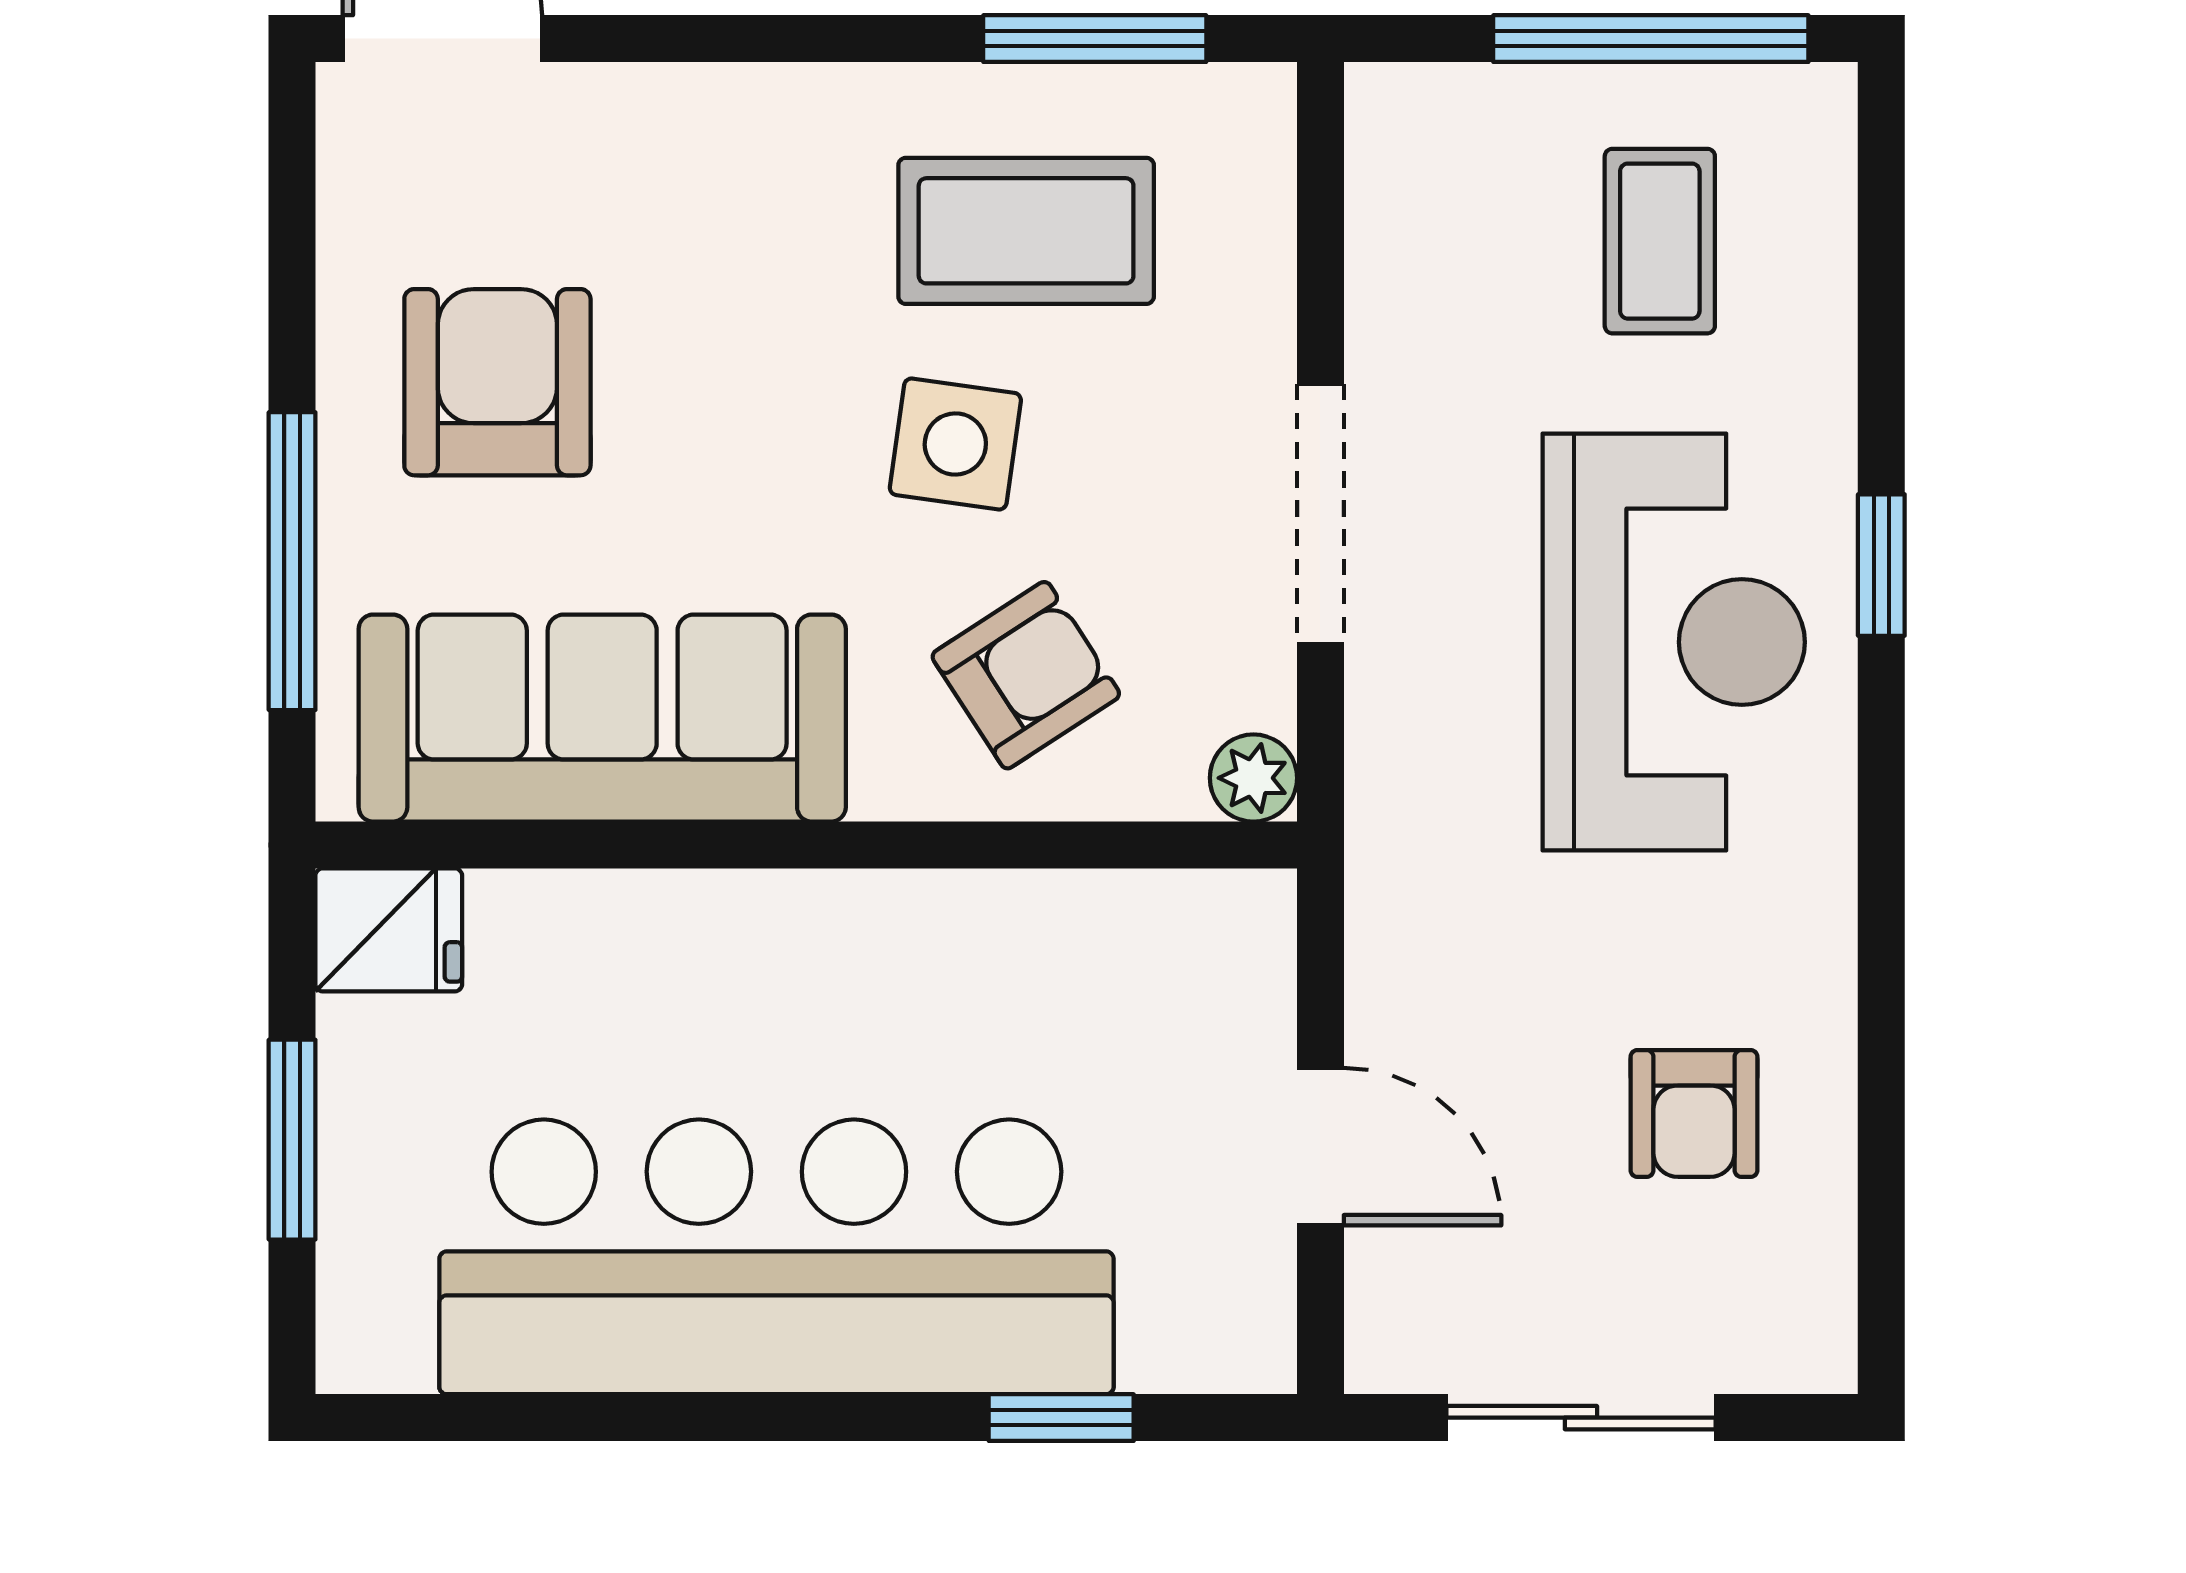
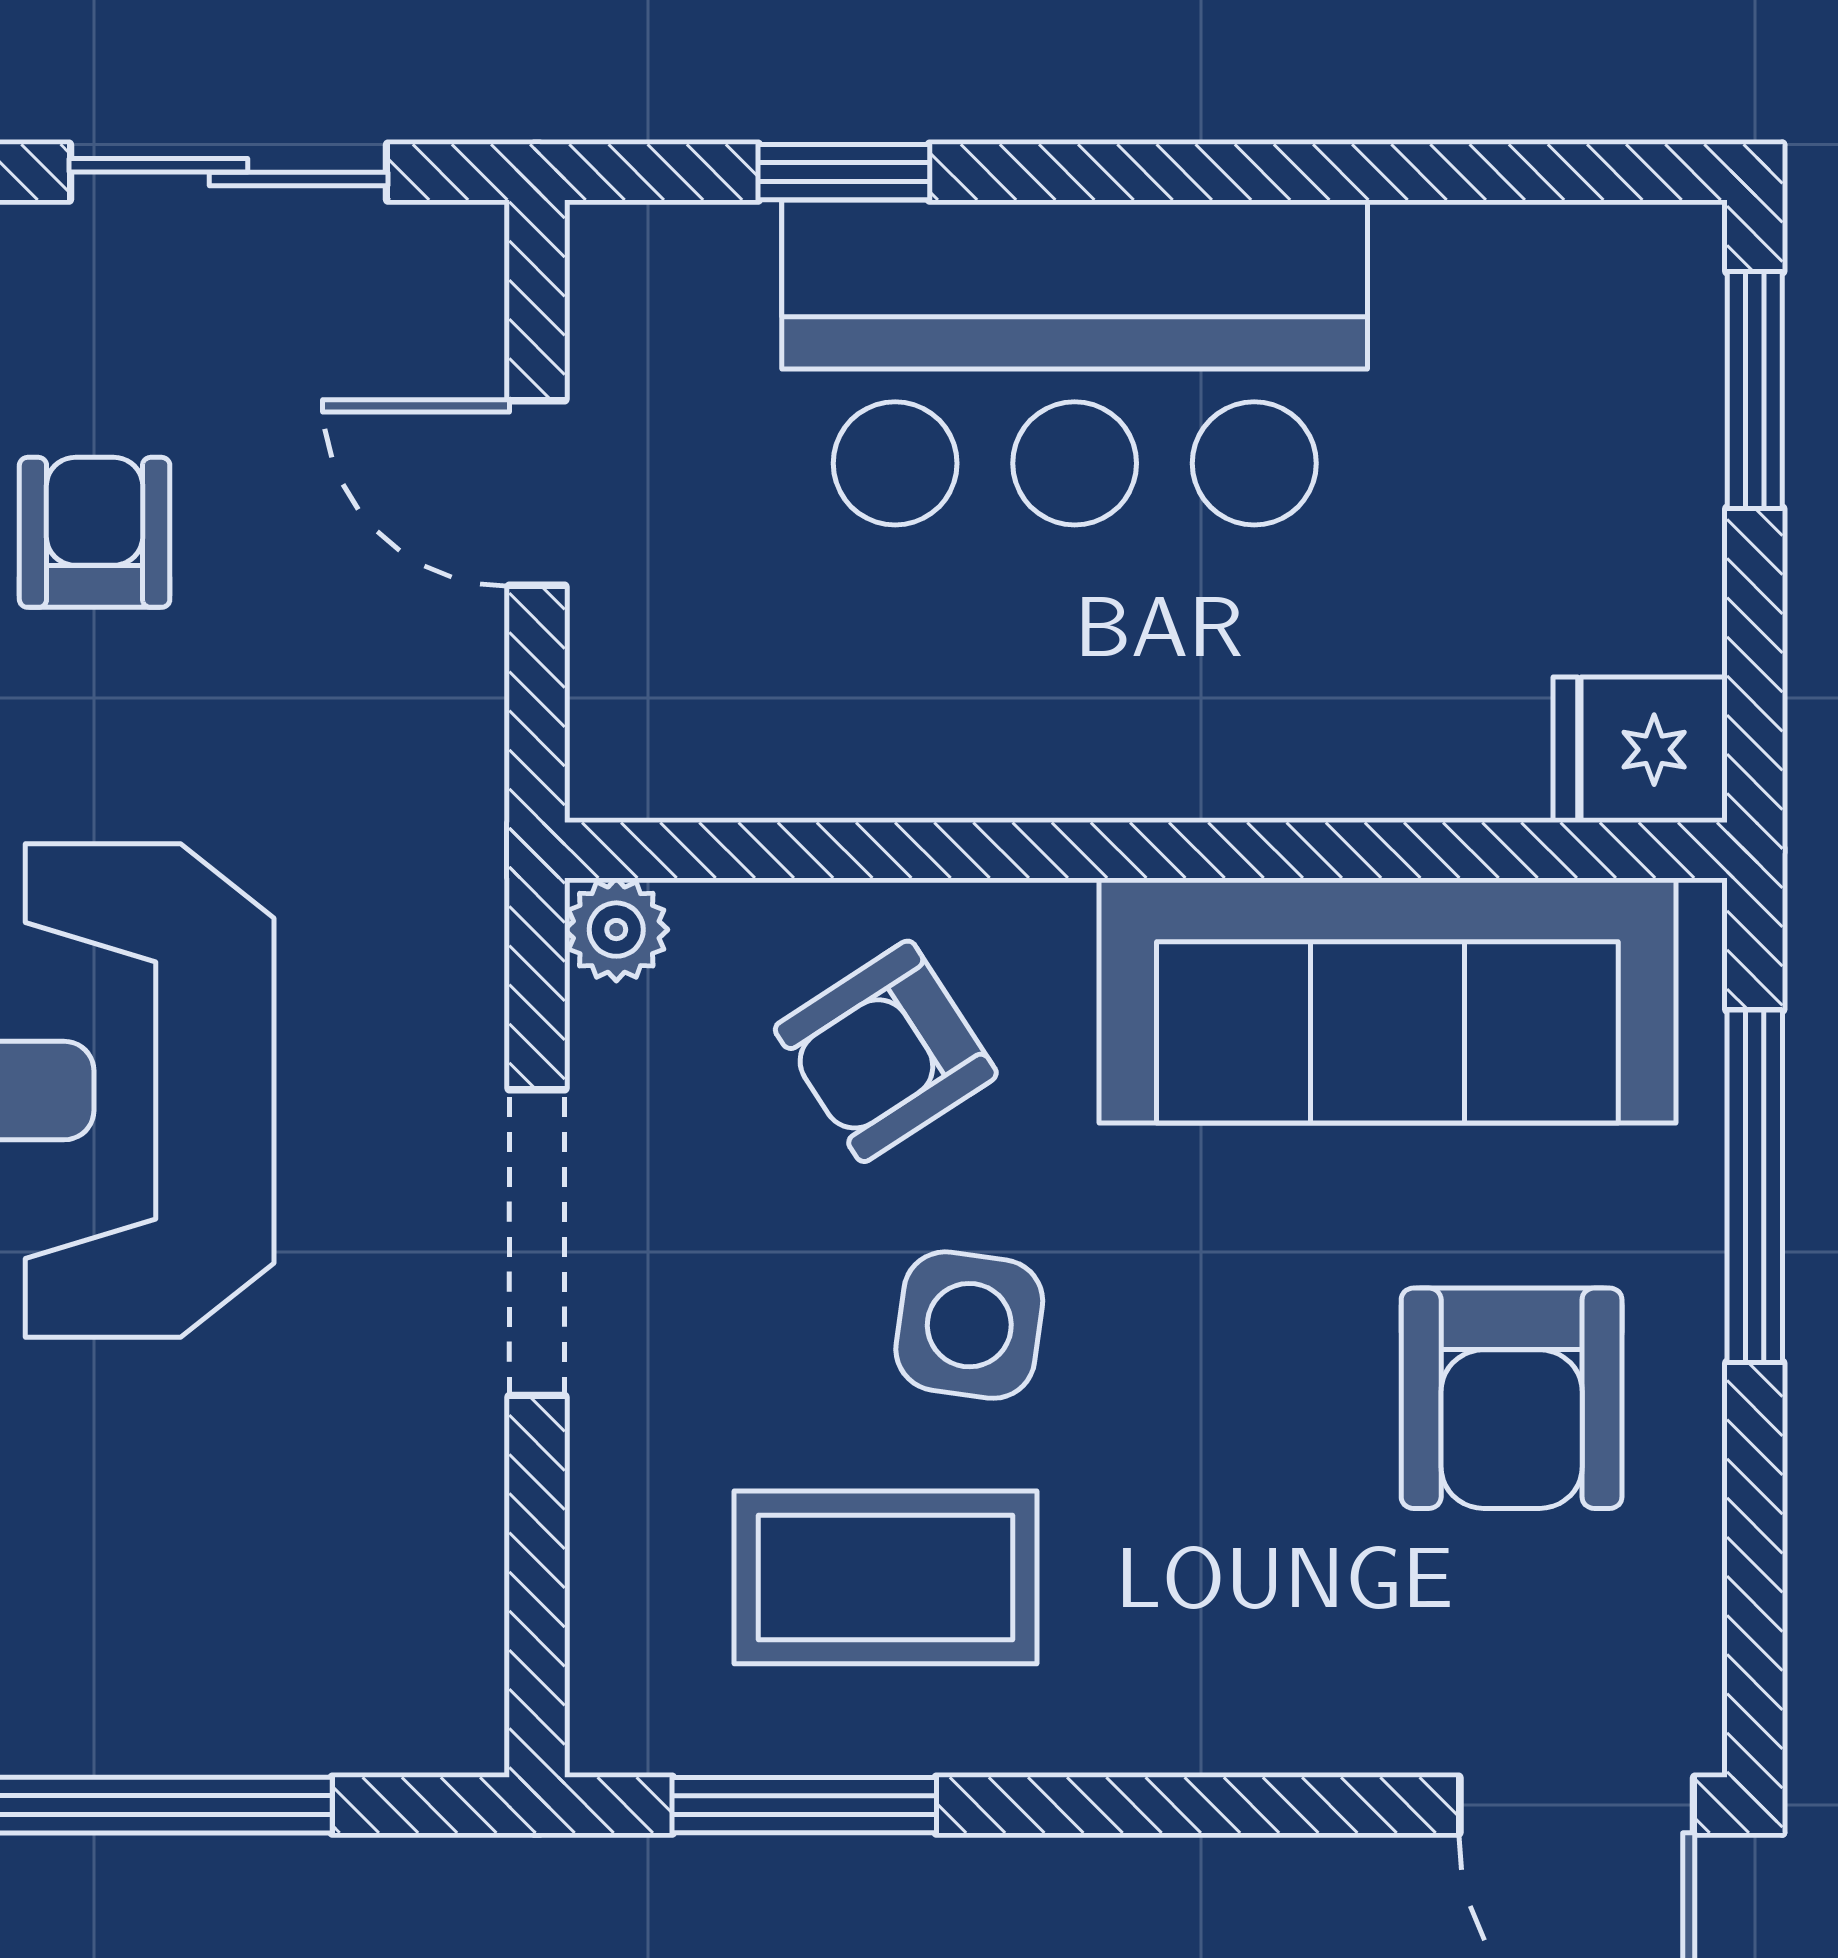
coffee table: (1660, 241) -> (135, 1565), removed
window: (292, 1140) -> (1755, 390), moved
bar counter: (776, 1257) -> (1075, 363), width x0.73

